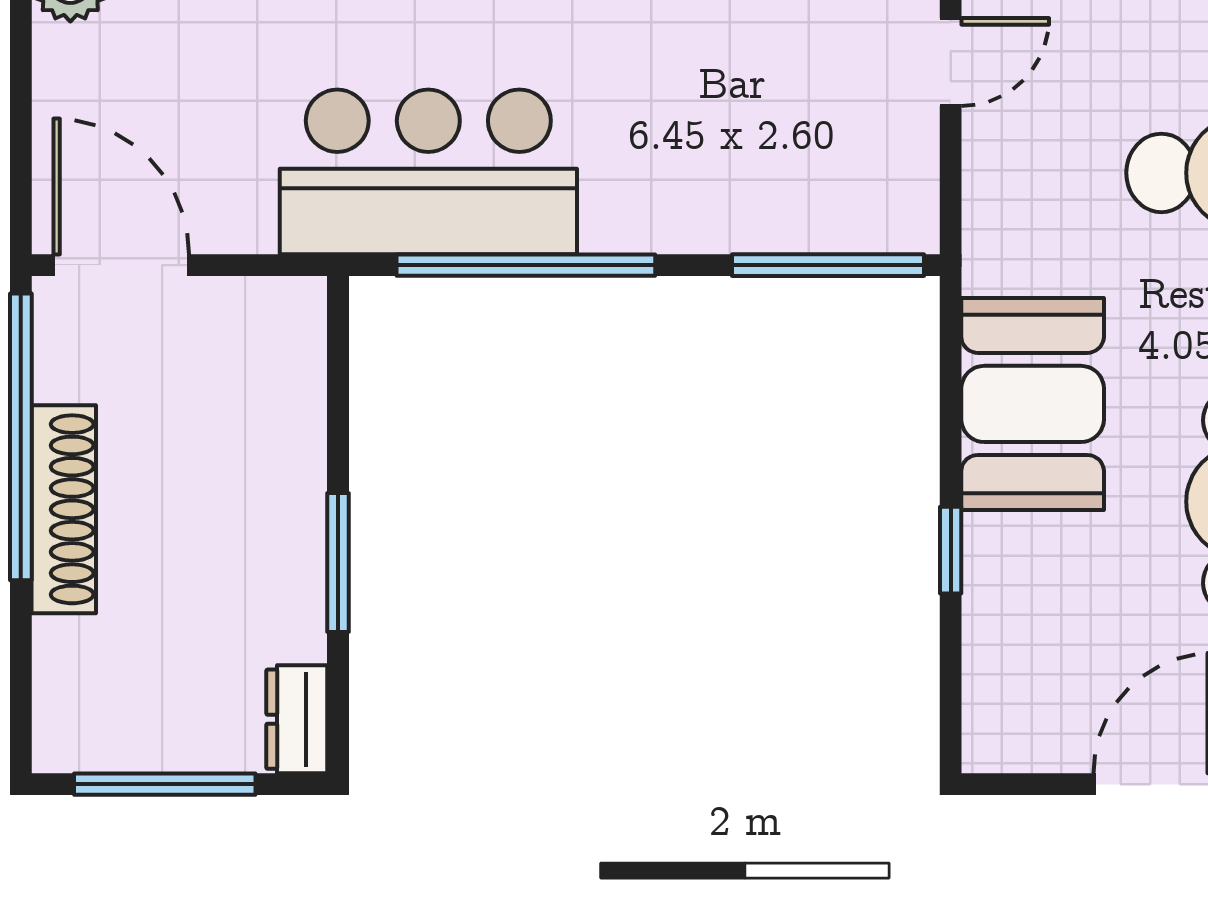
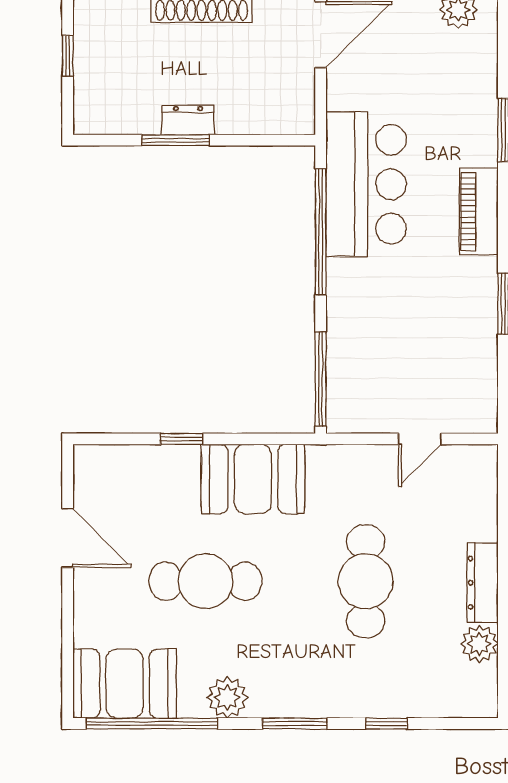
door: (951, 62) -> (420, 439), hinge flipped
dresser: (297, 719) -> (188, 120), moved
window: (165, 784) -> (68, 56), width x0.46

